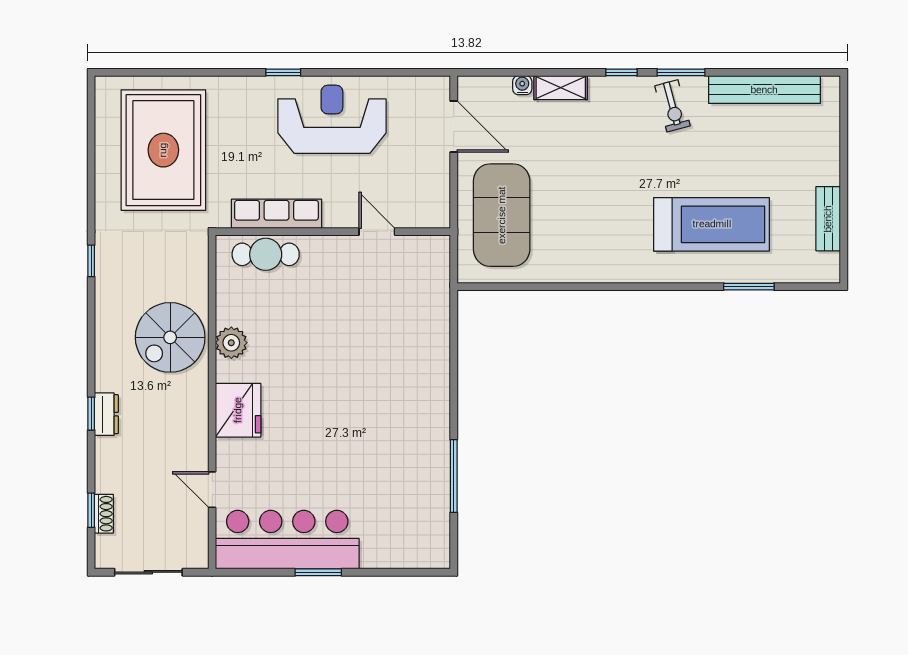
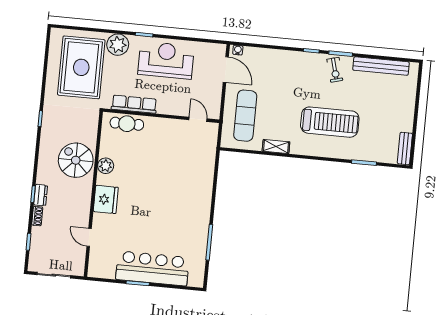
water cooler: (522, 85) -> (238, 50), moved
shelving: (561, 88) -> (276, 147), moved
plant: (232, 97) -> (118, 45), added
exercise mat: (502, 215) -> (245, 116), width x0.68
bench: (828, 219) -> (405, 149), moved
treadmill: (712, 224) -> (330, 122), moved
door: (377, 232) -> (198, 119), moved
spiral stairs: (170, 337) -> (76, 160), turned 90
shoe rack: (104, 514) -> (37, 216), moved
bar counter: (287, 540) -> (152, 268), moved

